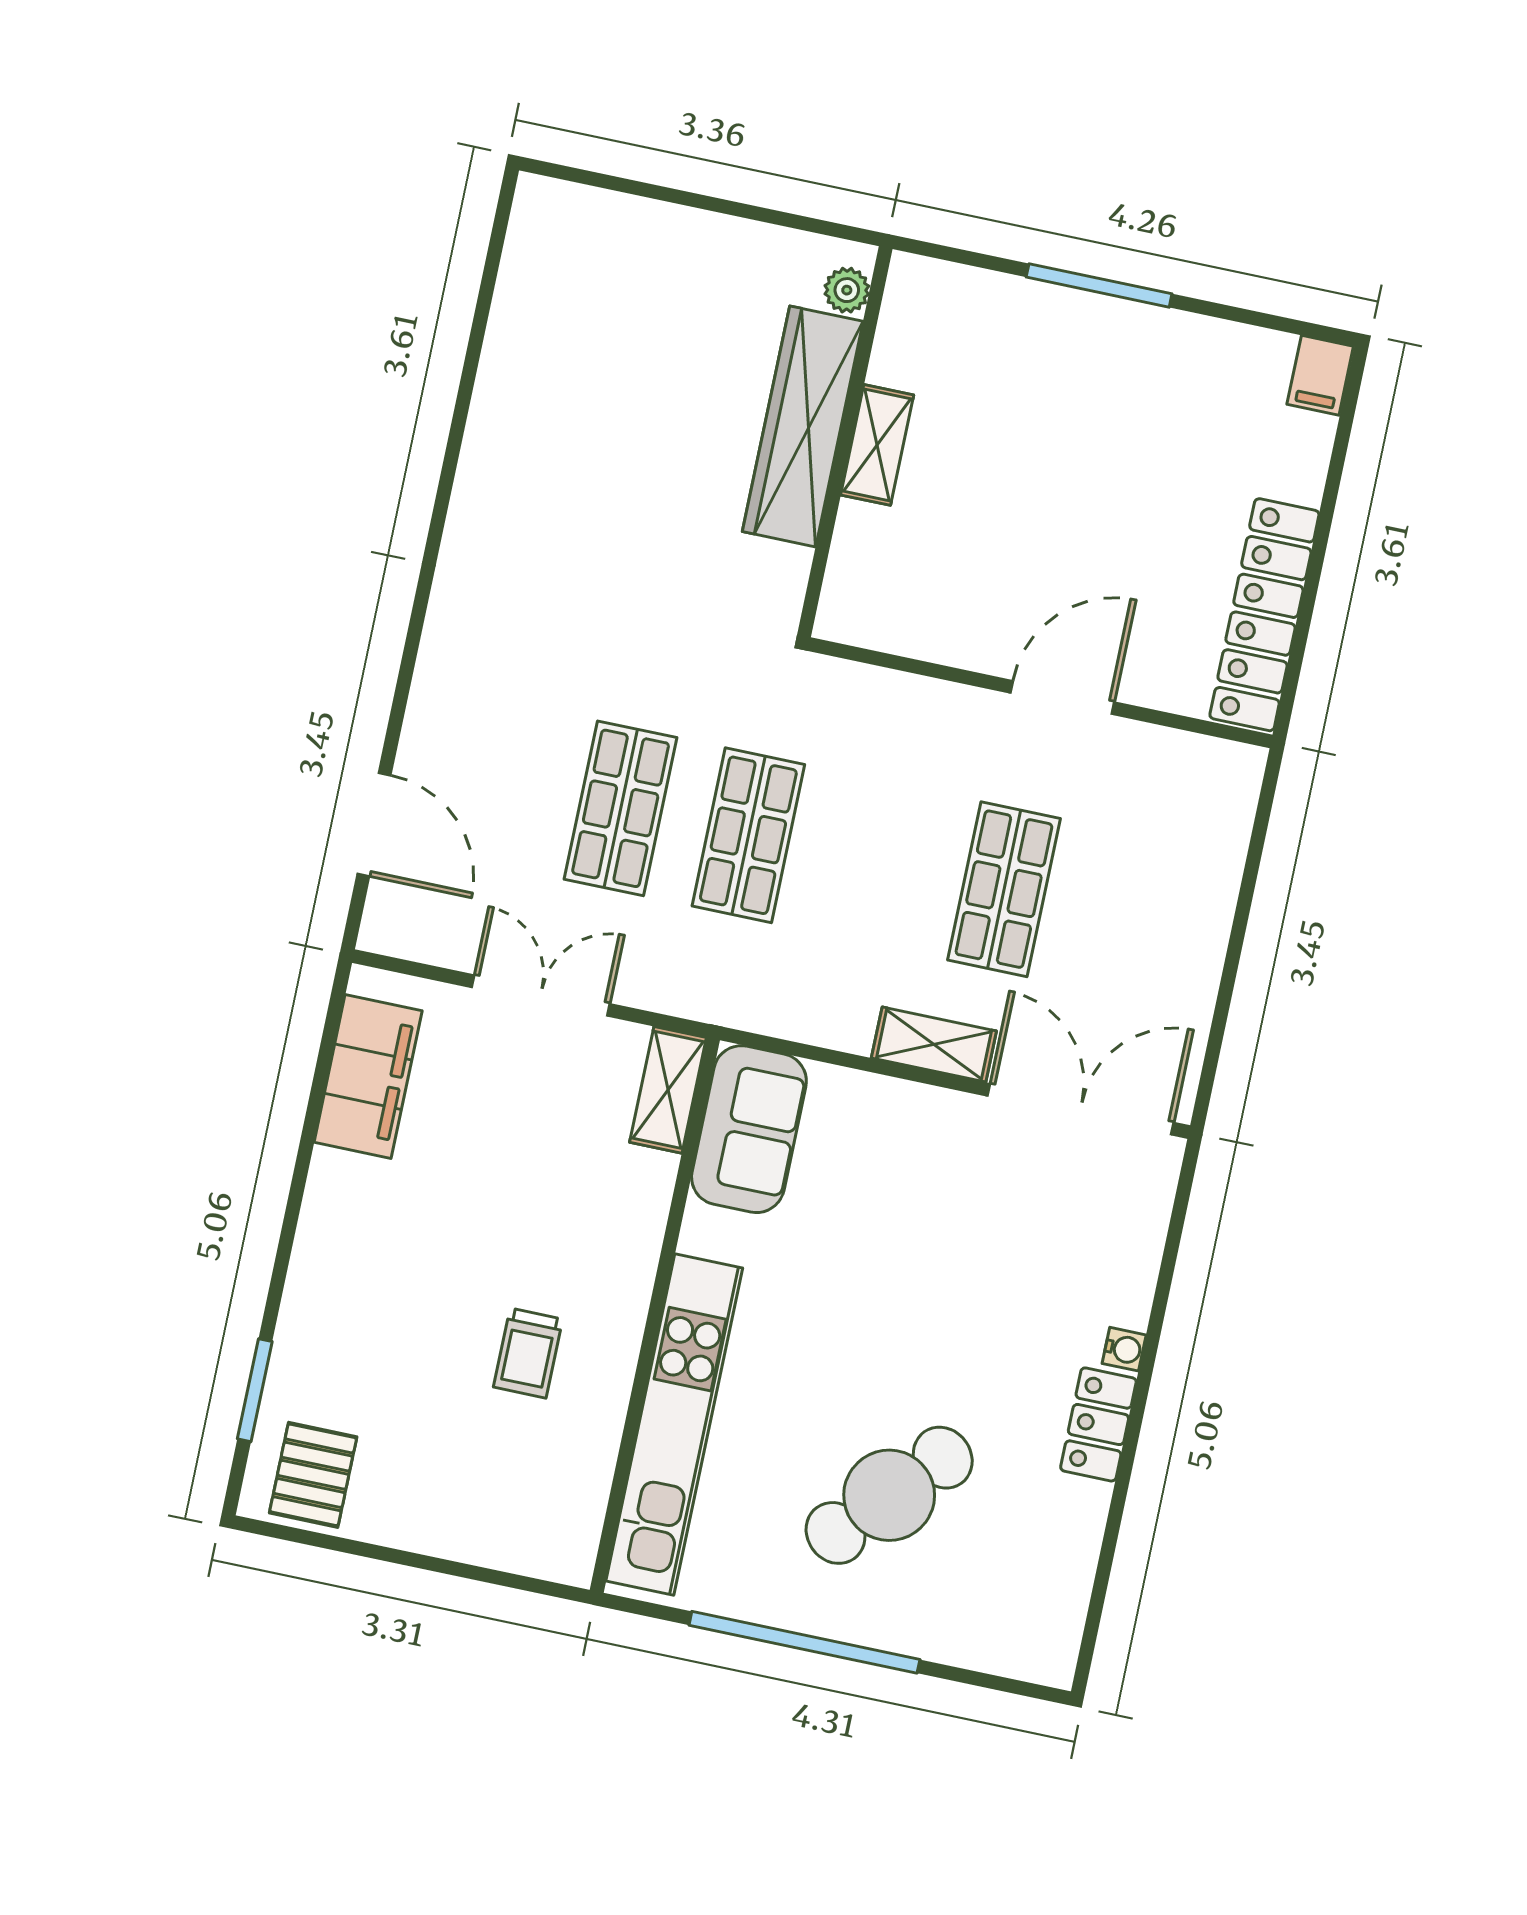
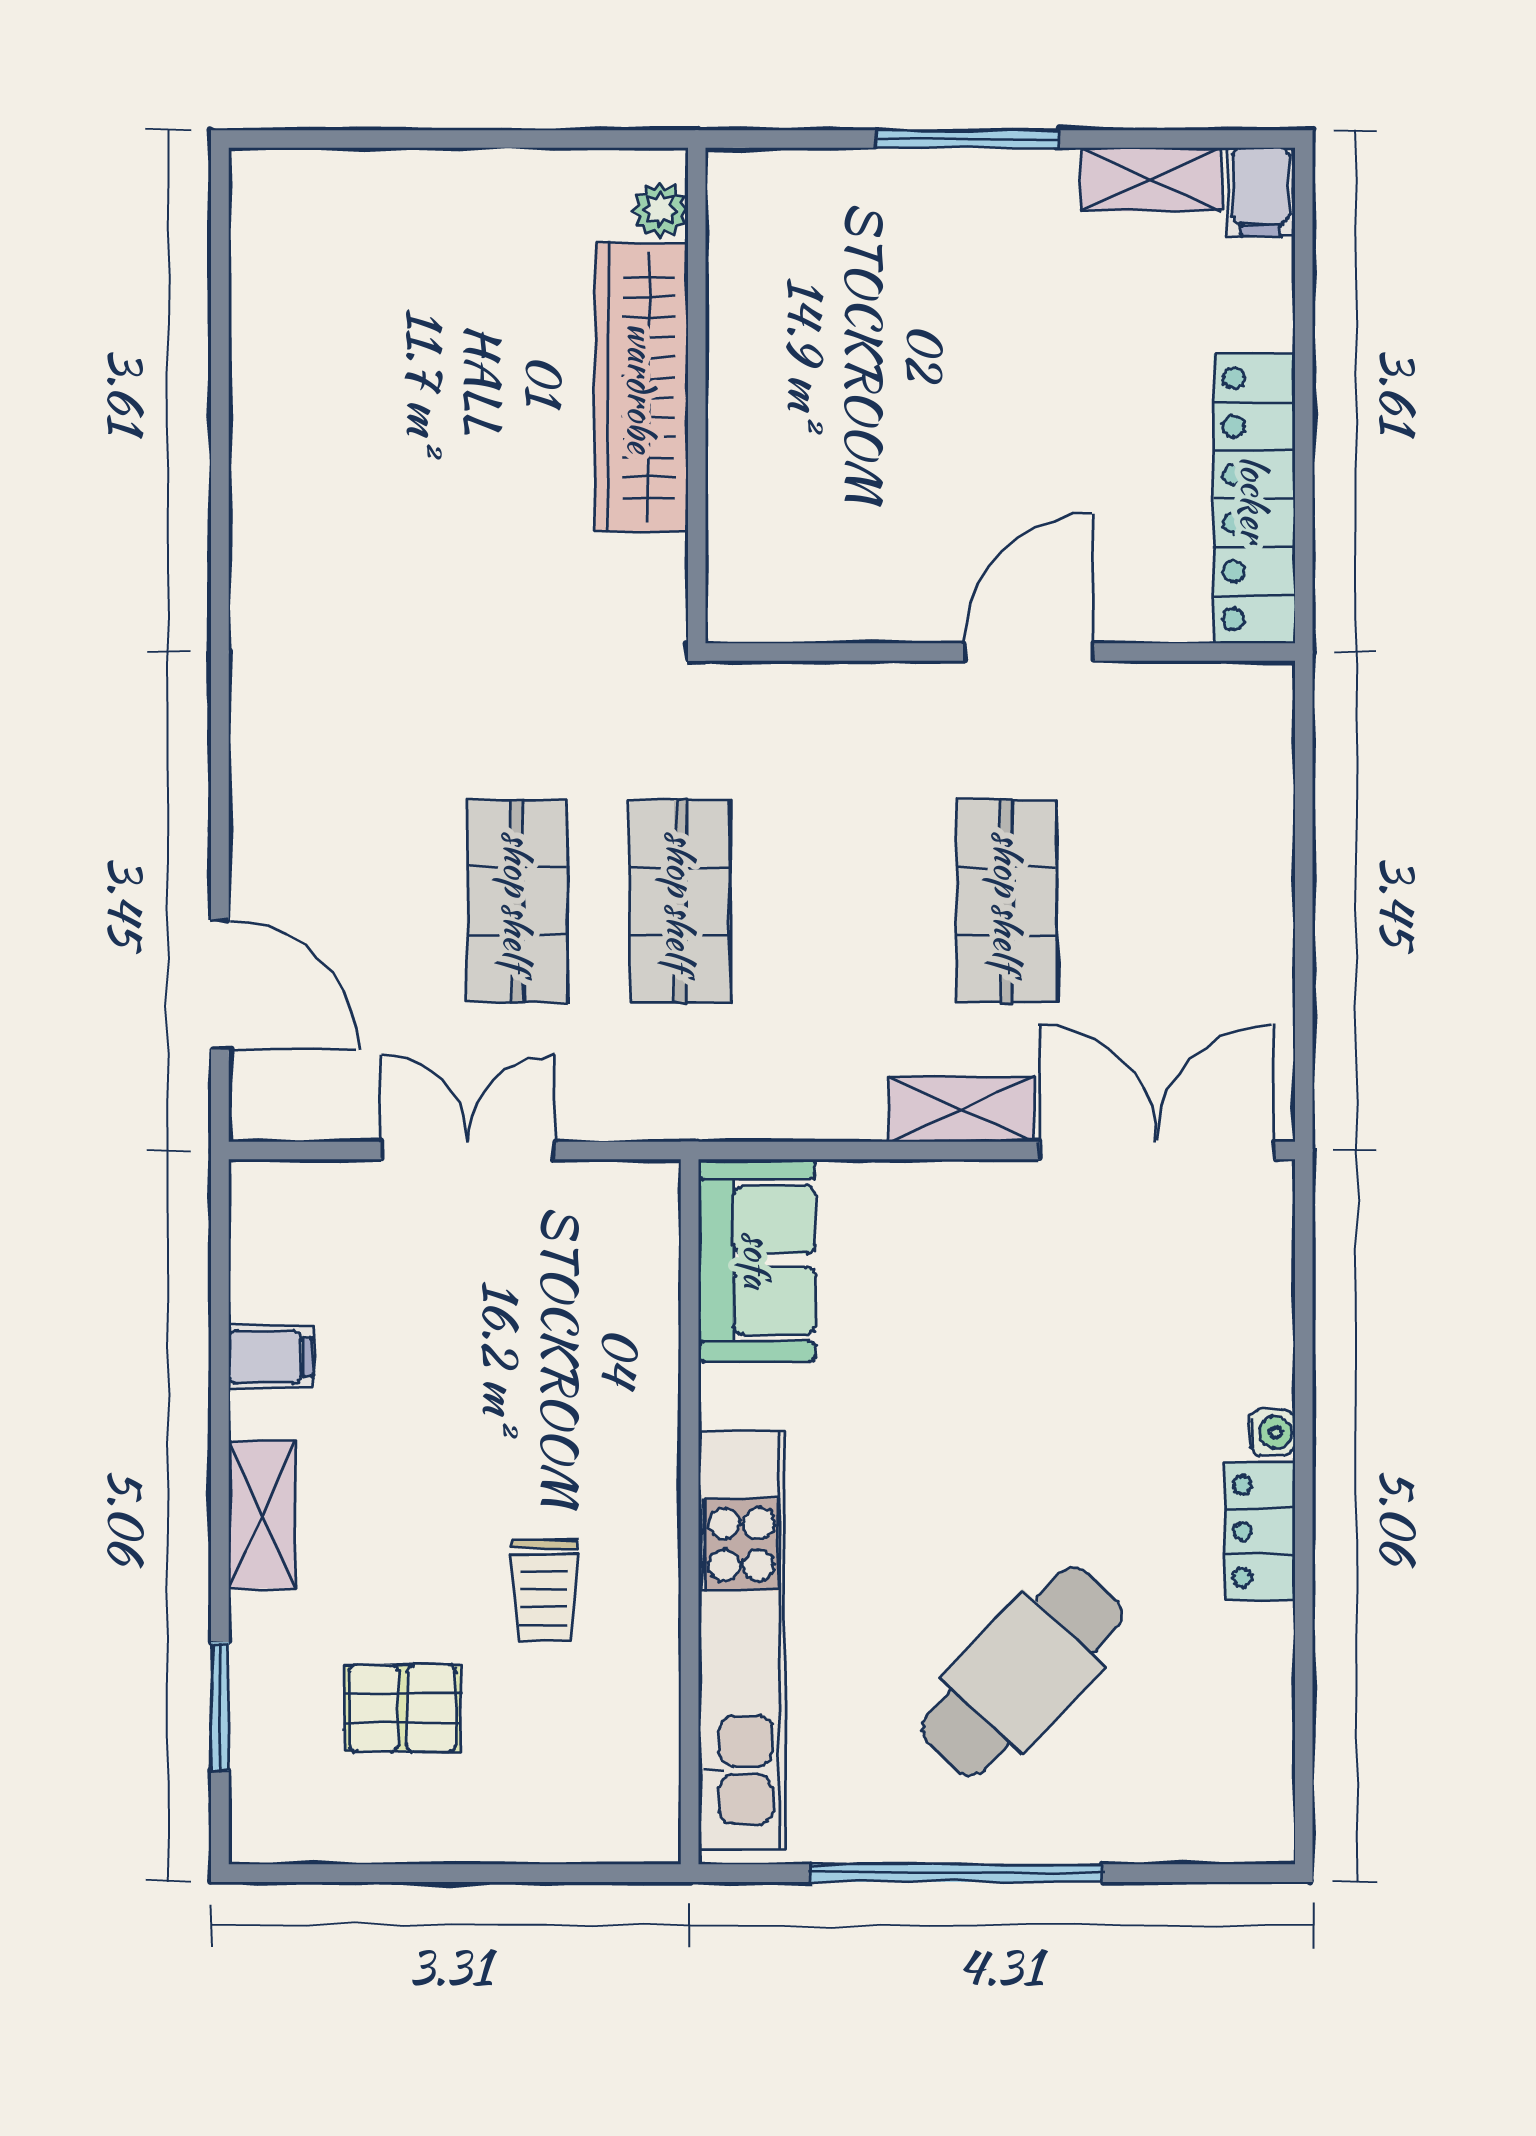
shelving: (877, 445) -> (1151, 179), moved, turned 90
filing cabinet: (368, 1077) -> (271, 1357), width x0.33, depth x0.86
shelving: (668, 1090) -> (262, 1515), moved
pallet: (313, 1475) -> (403, 1708), moved, turned 90

